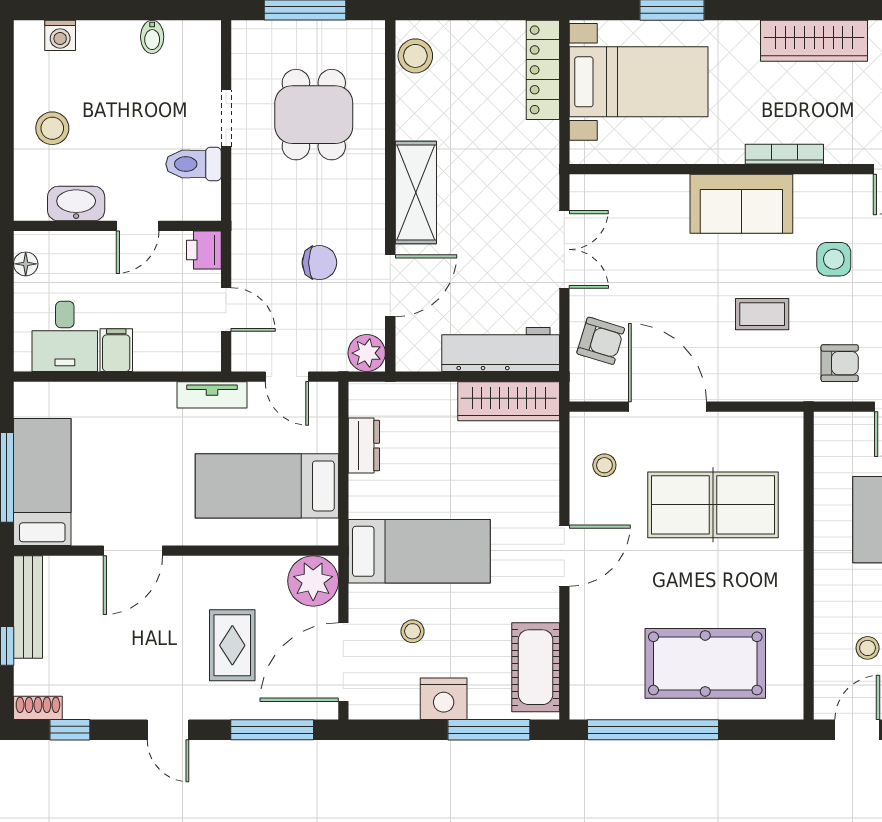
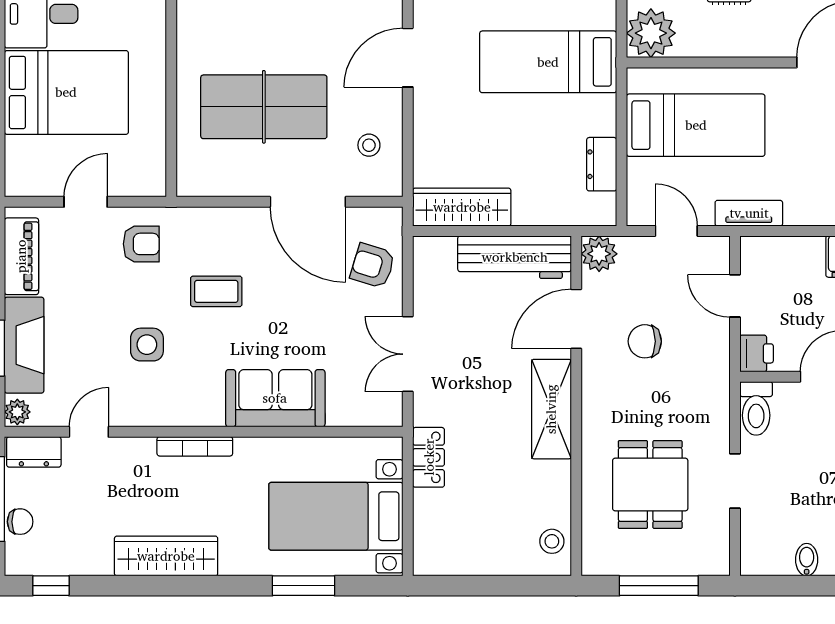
stool: (415, 56) -> (552, 541), width x0.73, depth x0.73
locker: (543, 70) -> (429, 457), moved, width x0.66
toilet: (193, 164) -> (756, 408), moved, turned 90
sofa: (741, 204) -> (275, 398), moved
workbench: (501, 350) -> (515, 257), moved
armchair: (840, 363) -> (141, 244), turned 180

